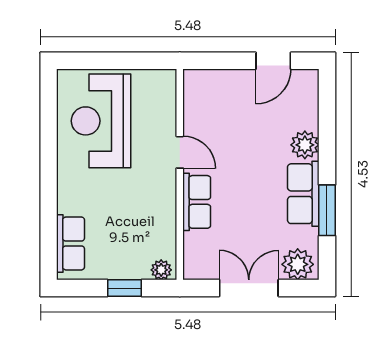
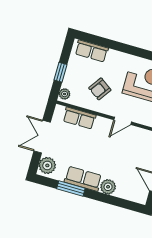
row of seats: (197, 202) -> (79, 118), moved
armchair: (134, 209) -> (100, 89), added
double door: (249, 288) -> (42, 137), swing flipped

